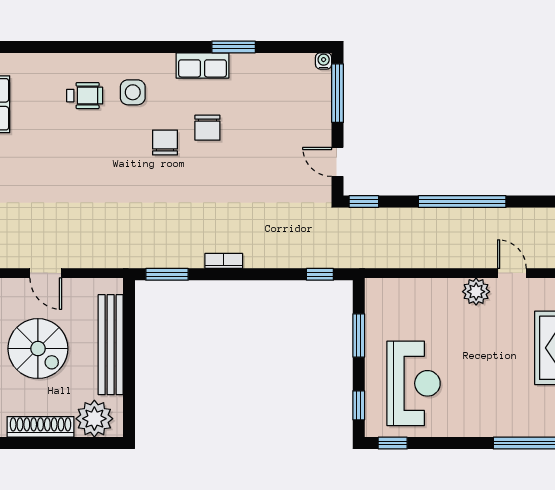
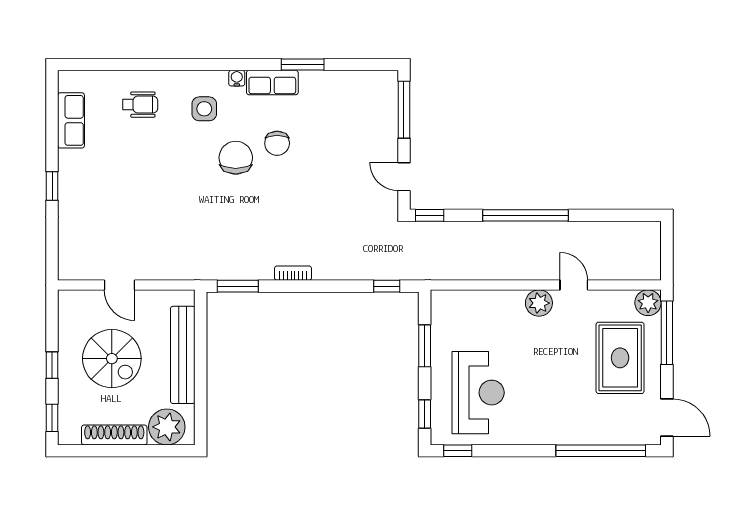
water cooler: (324, 61) -> (237, 78), moved
wheelchair: (85, 96) -> (140, 105), moved
chair: (165, 142) -> (236, 158), width x1.37, depth x1.37

